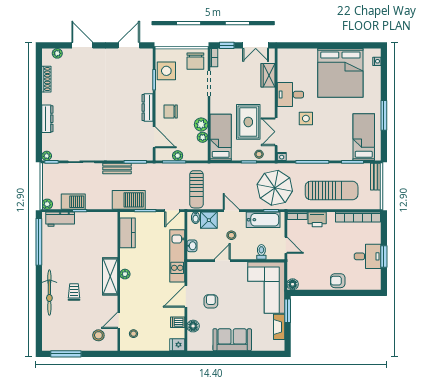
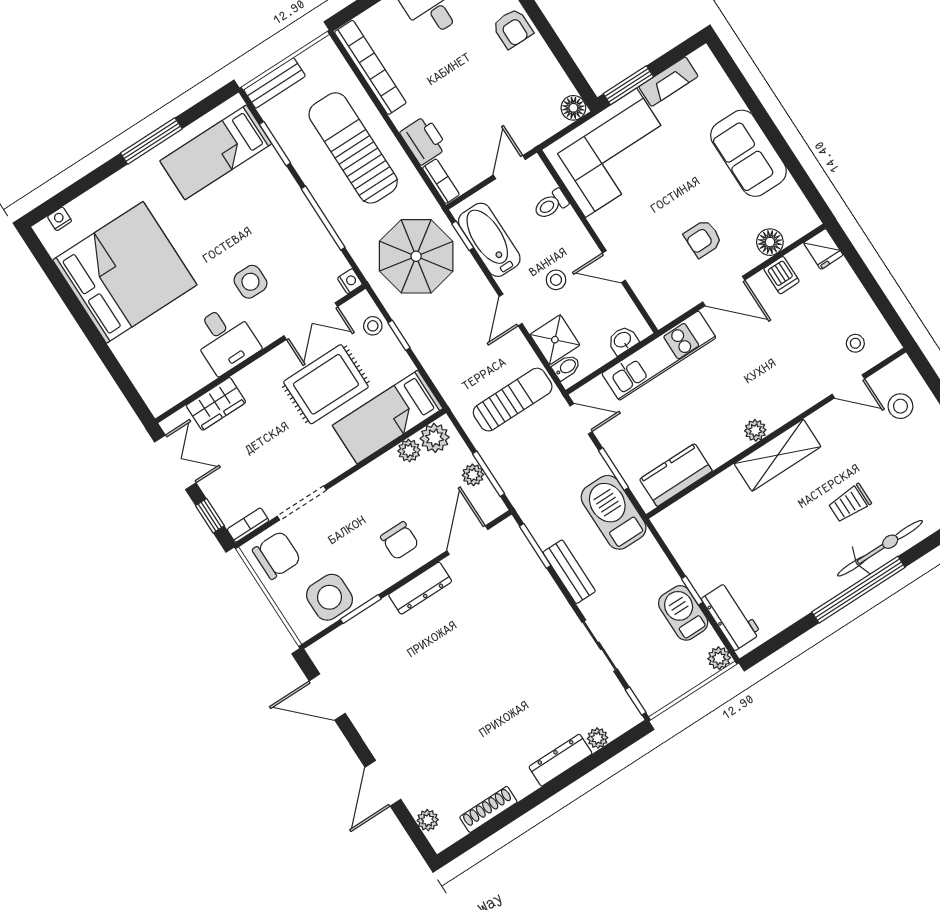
plant: (201, 124) -> (435, 438), moved
plant: (47, 156) -> (598, 738), moved
window: (39, 242) -> (858, 590), moved

